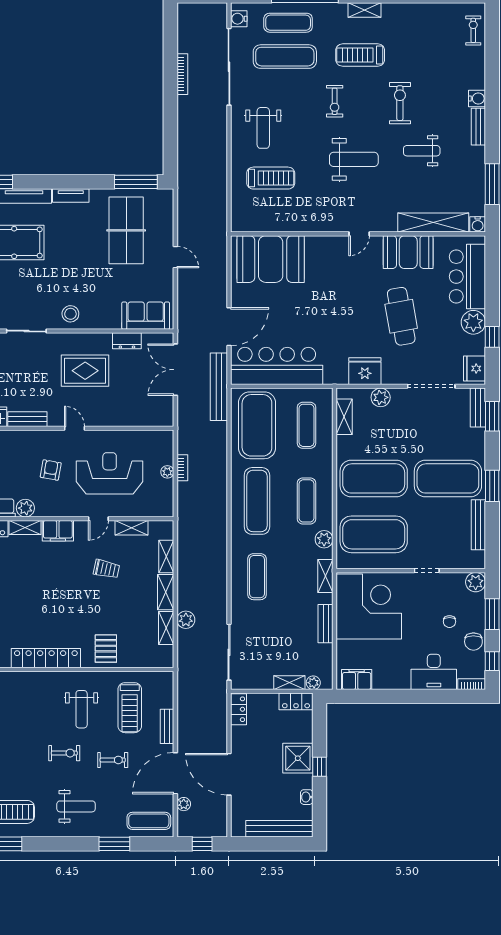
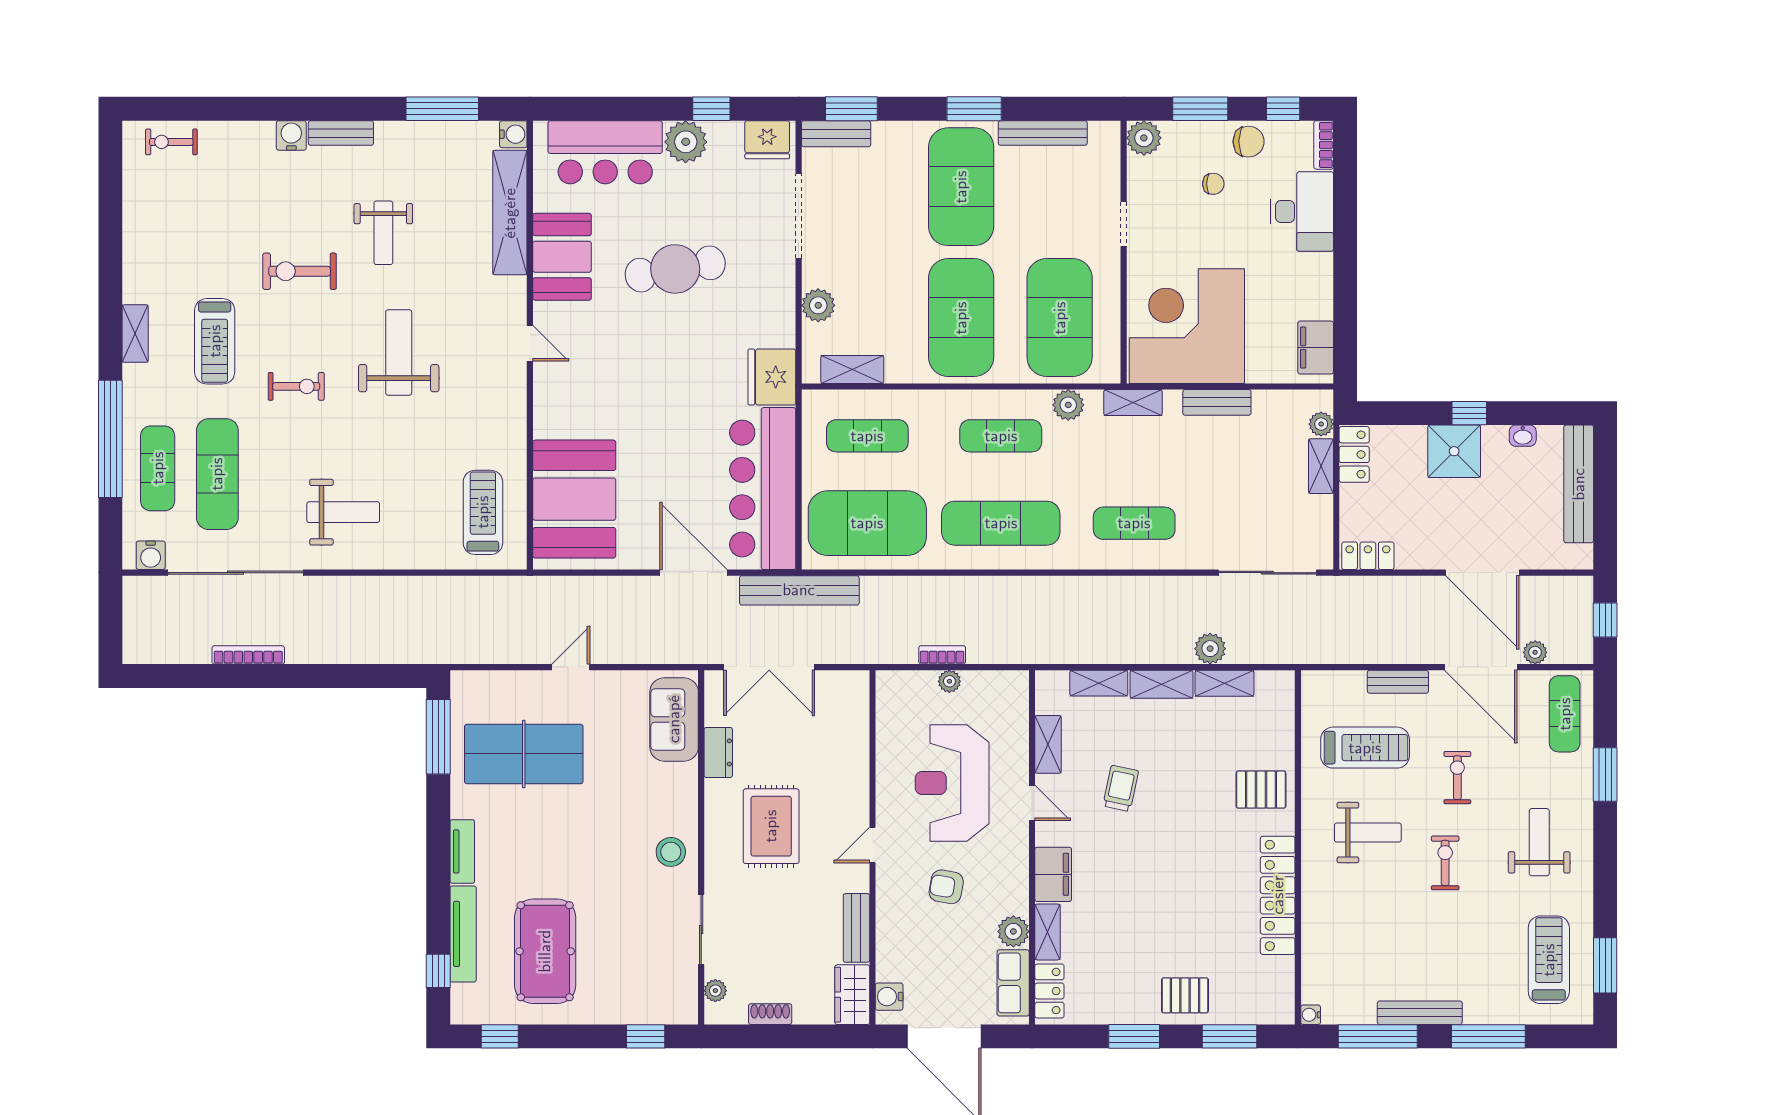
treadmill: (271, 178) -> (483, 512), moved
fridge: (365, 371) -> (772, 377), moved
door: (229, 774) -> (1482, 573), hinge flipped

